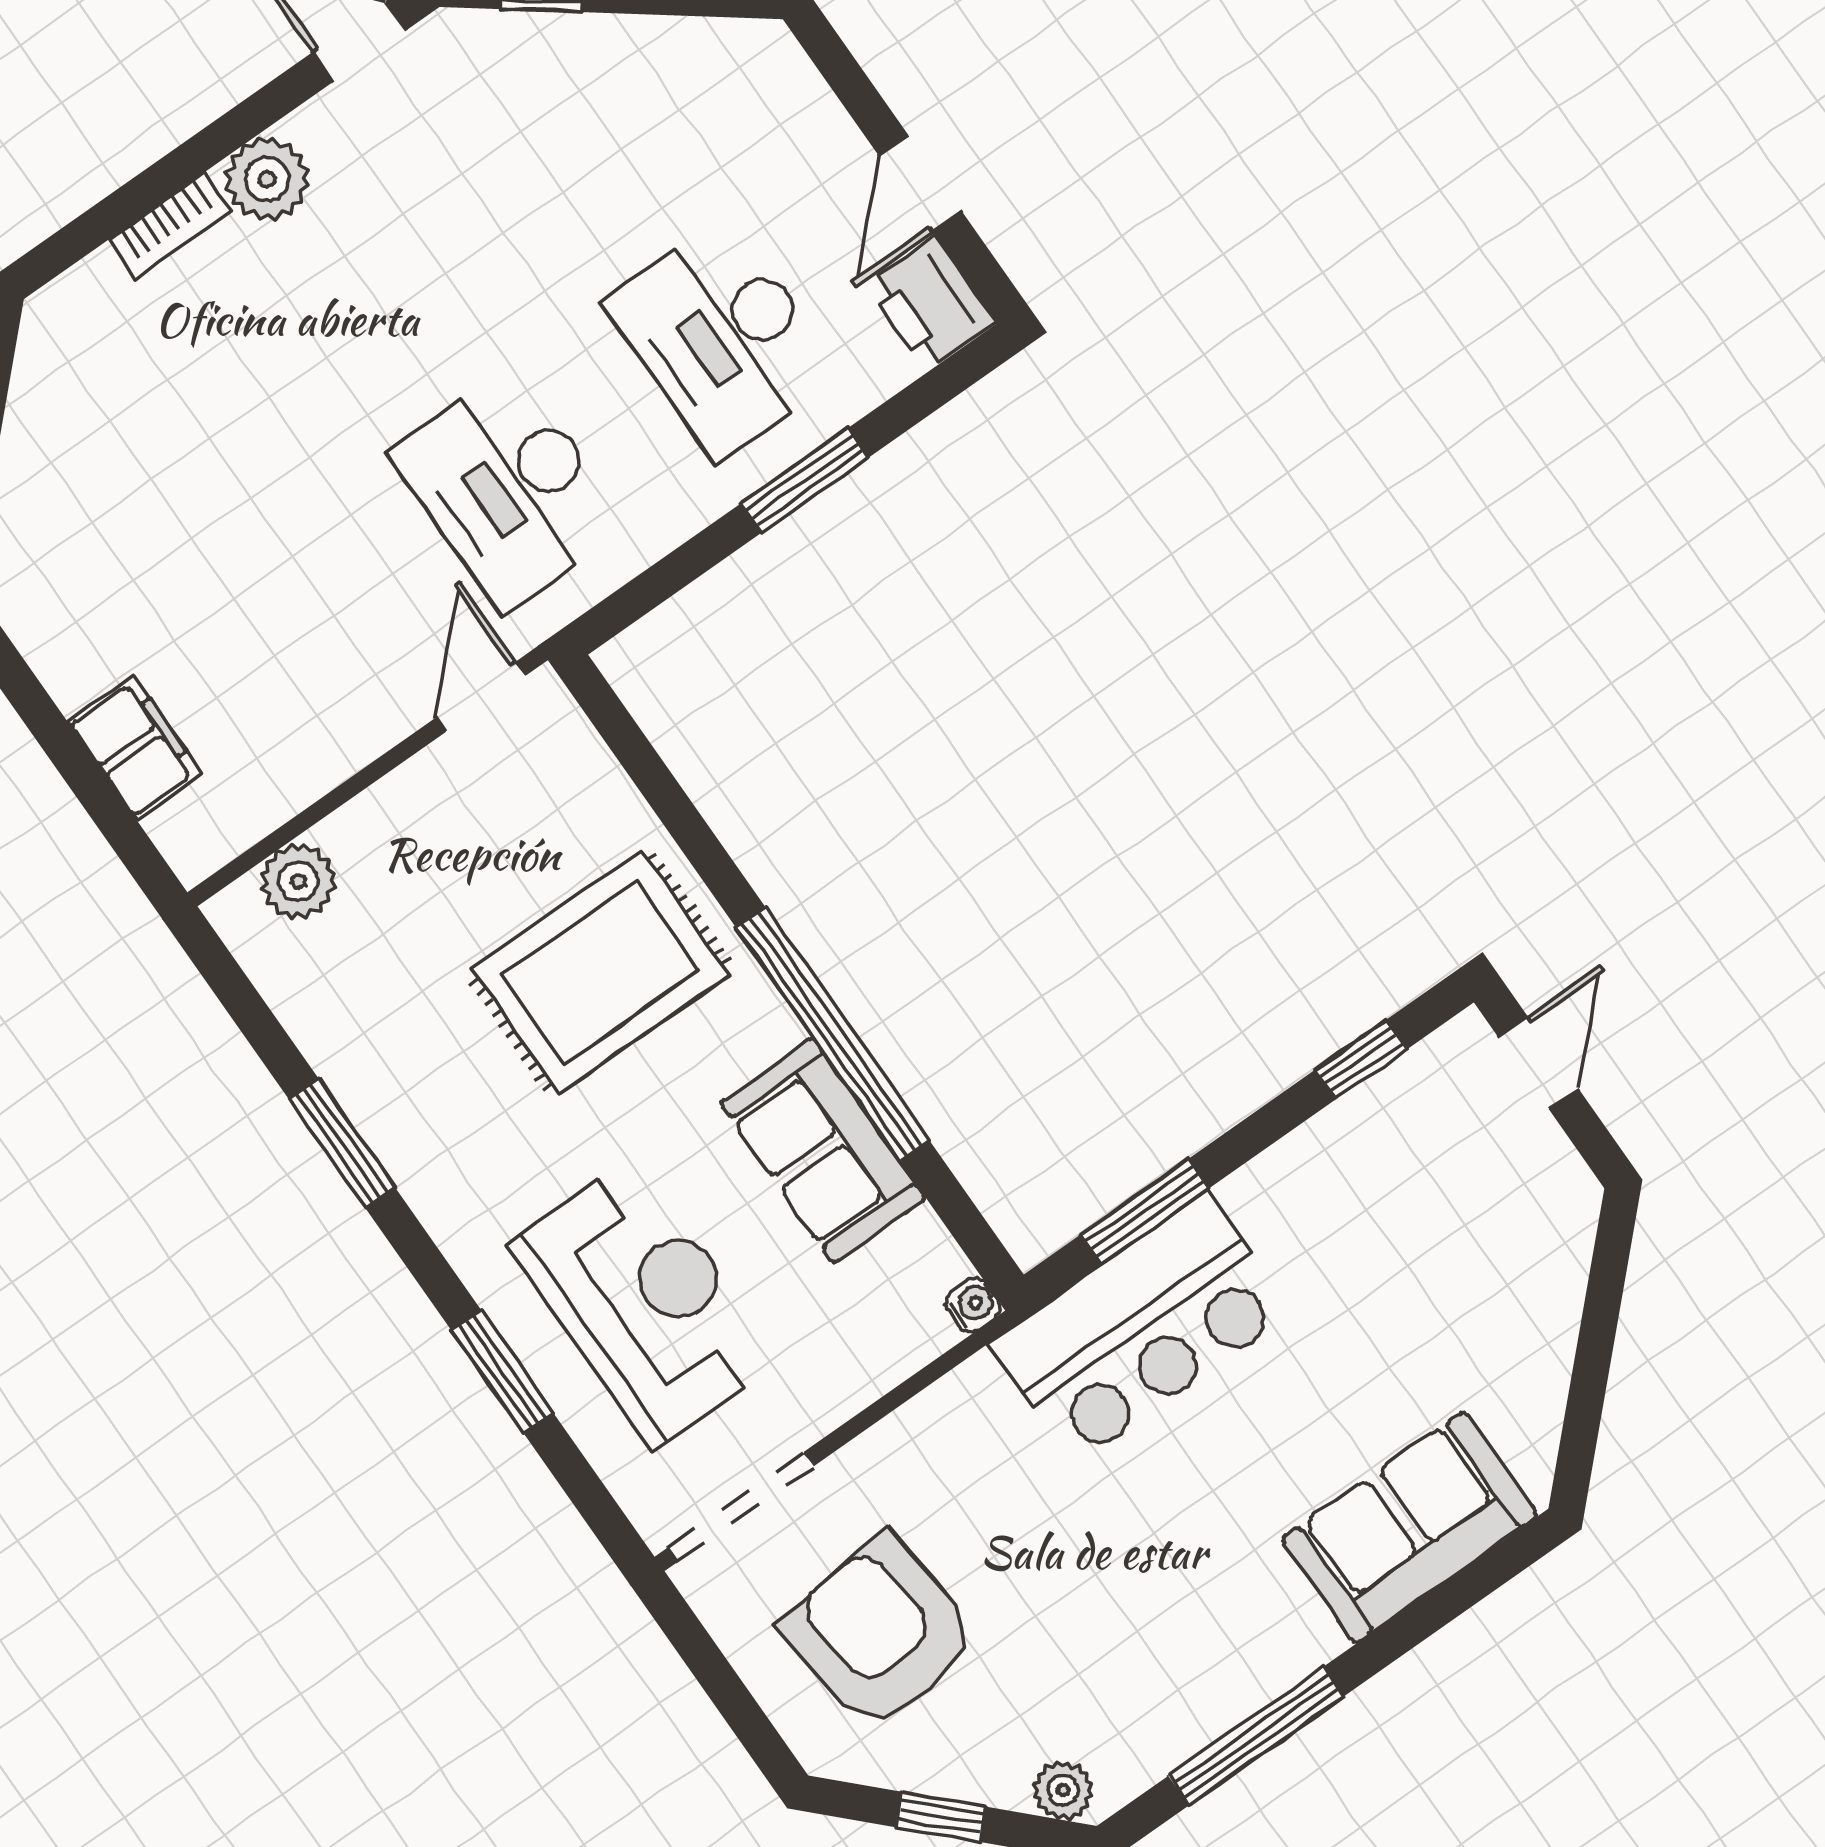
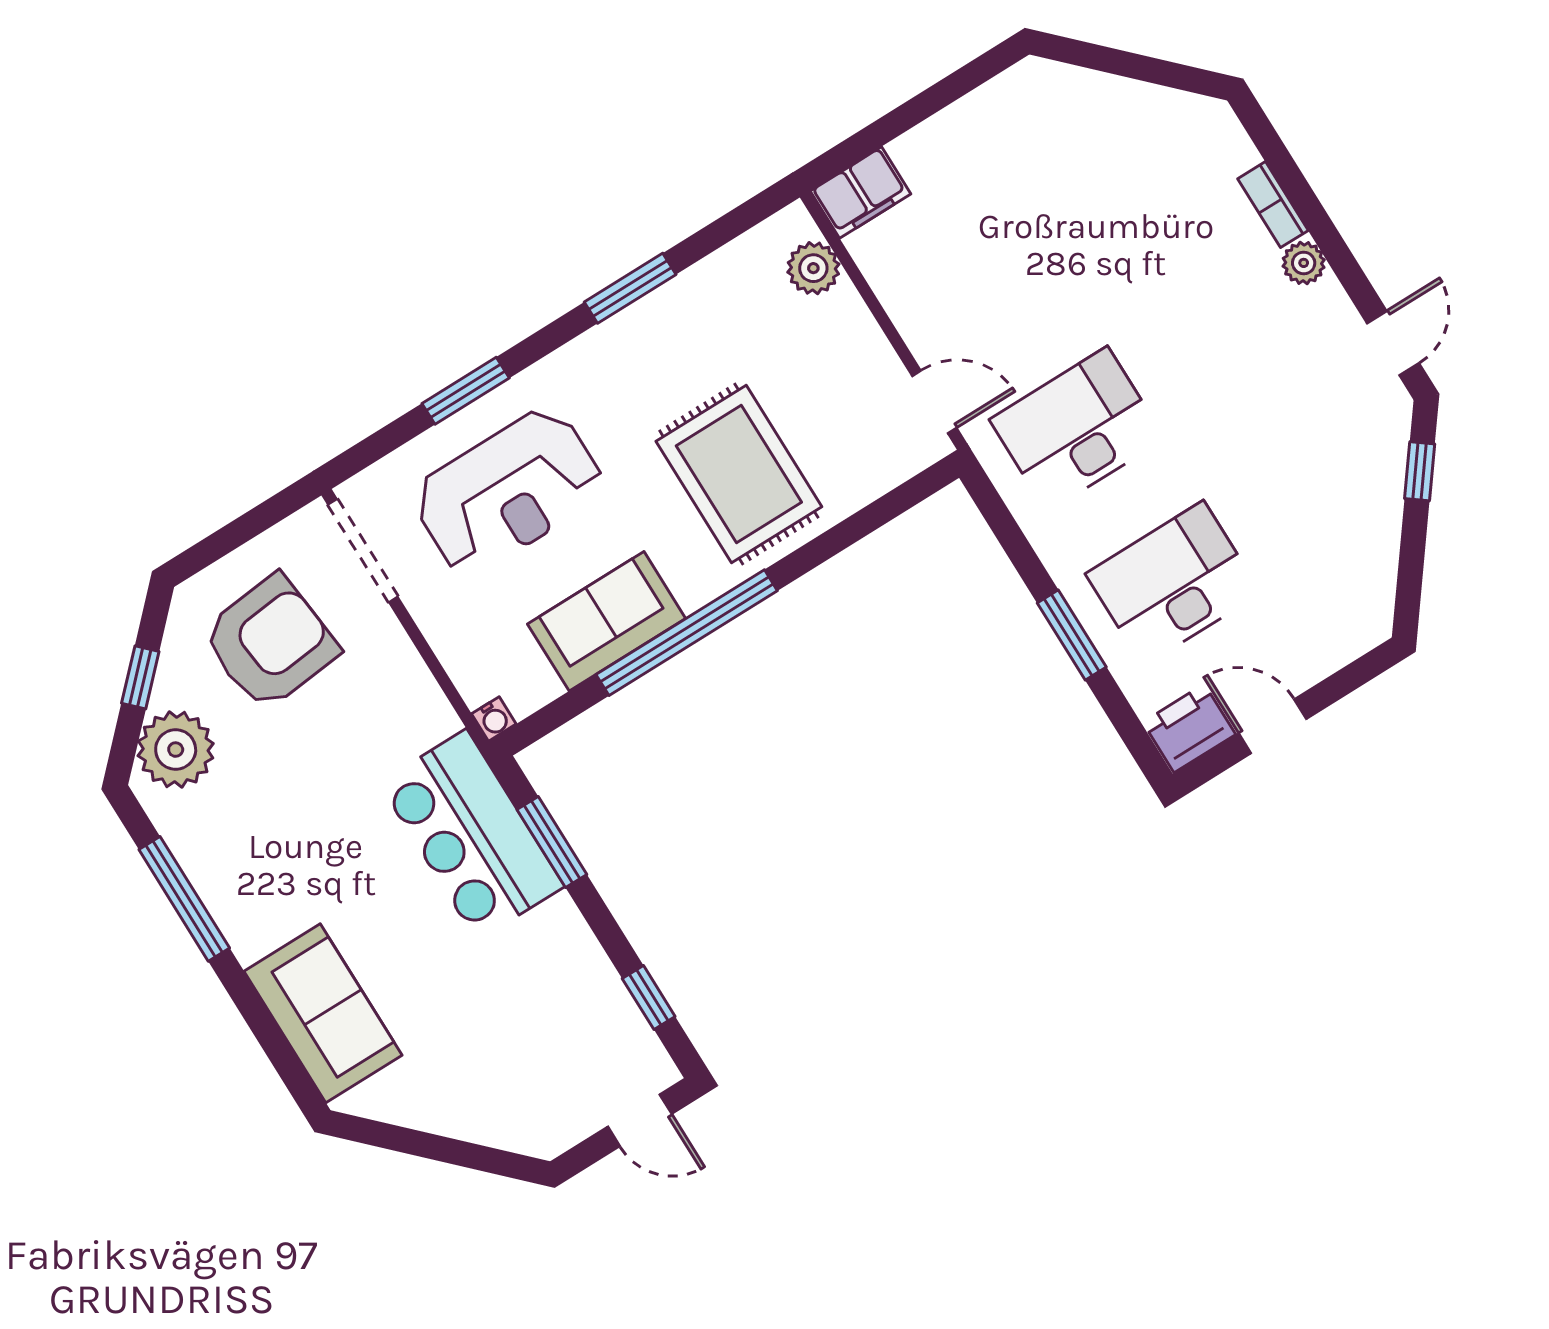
plant: (267, 179) -> (1304, 263), width x0.73, depth x0.73
filing cabinet: (135, 748) -> (860, 193), moved
plant: (1063, 1790) -> (176, 750), width x1.87, depth x1.87

